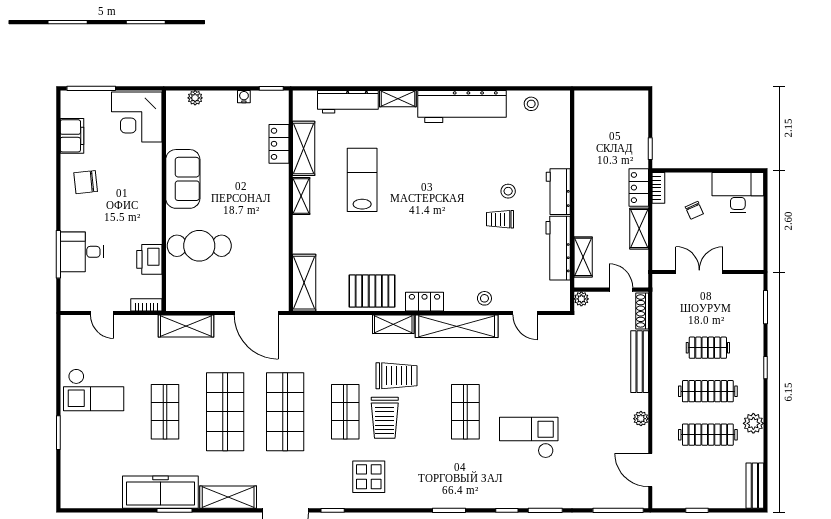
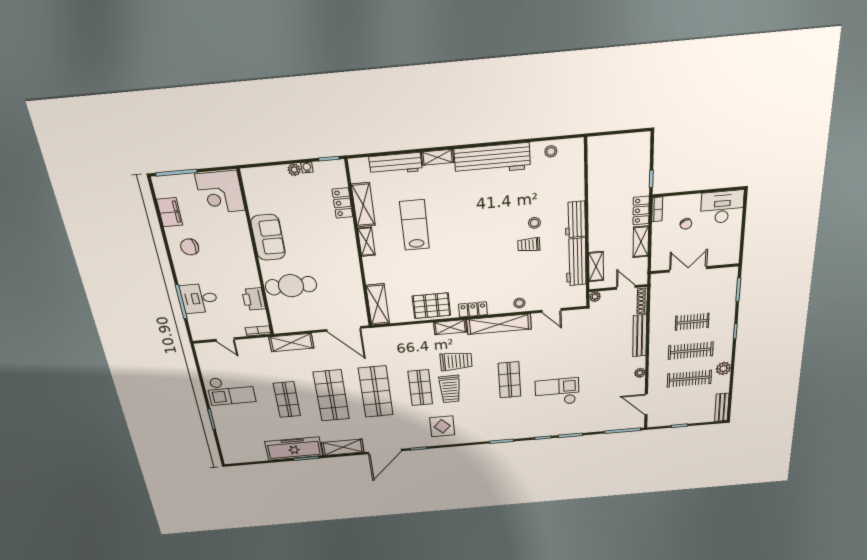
plant: (195, 98) -> (294, 170), moved

